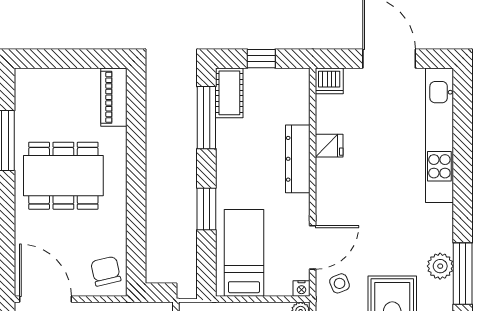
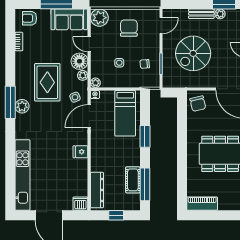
cot: (229, 93) -> (133, 180), moved
piano: (114, 97) -> (202, 204), moved, turned -90
fridge: (329, 146) -> (80, 152), moved
dresser: (298, 159) -> (97, 190), moved

